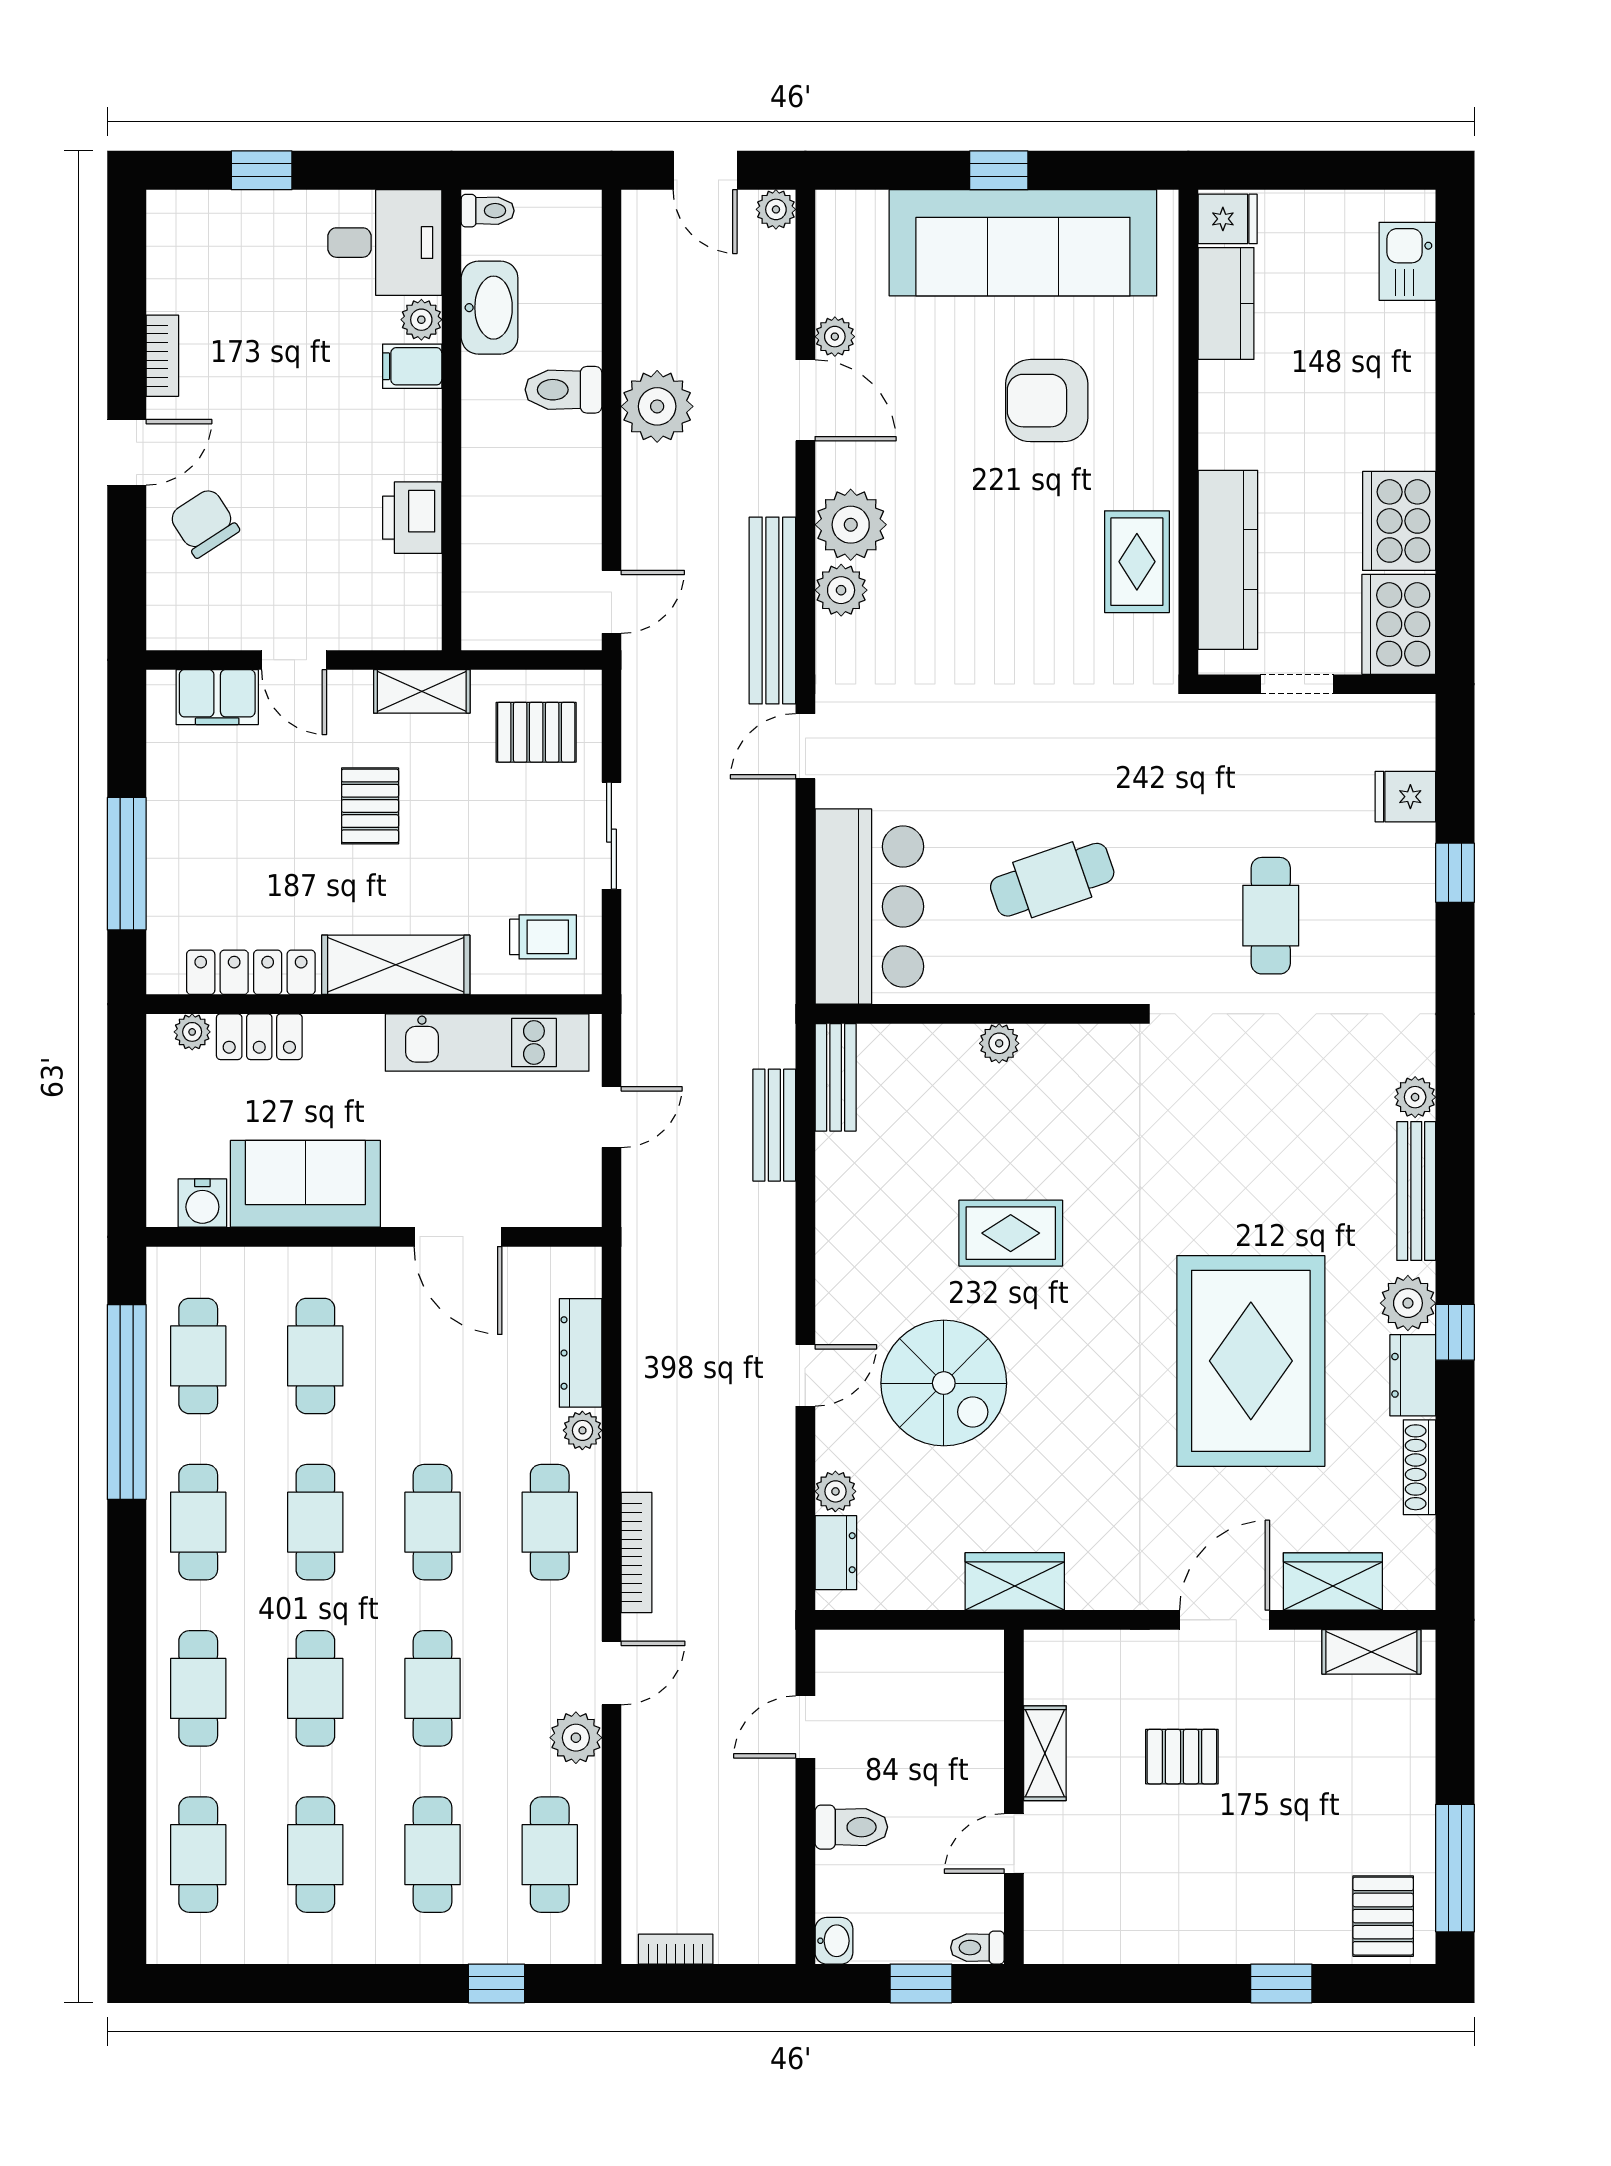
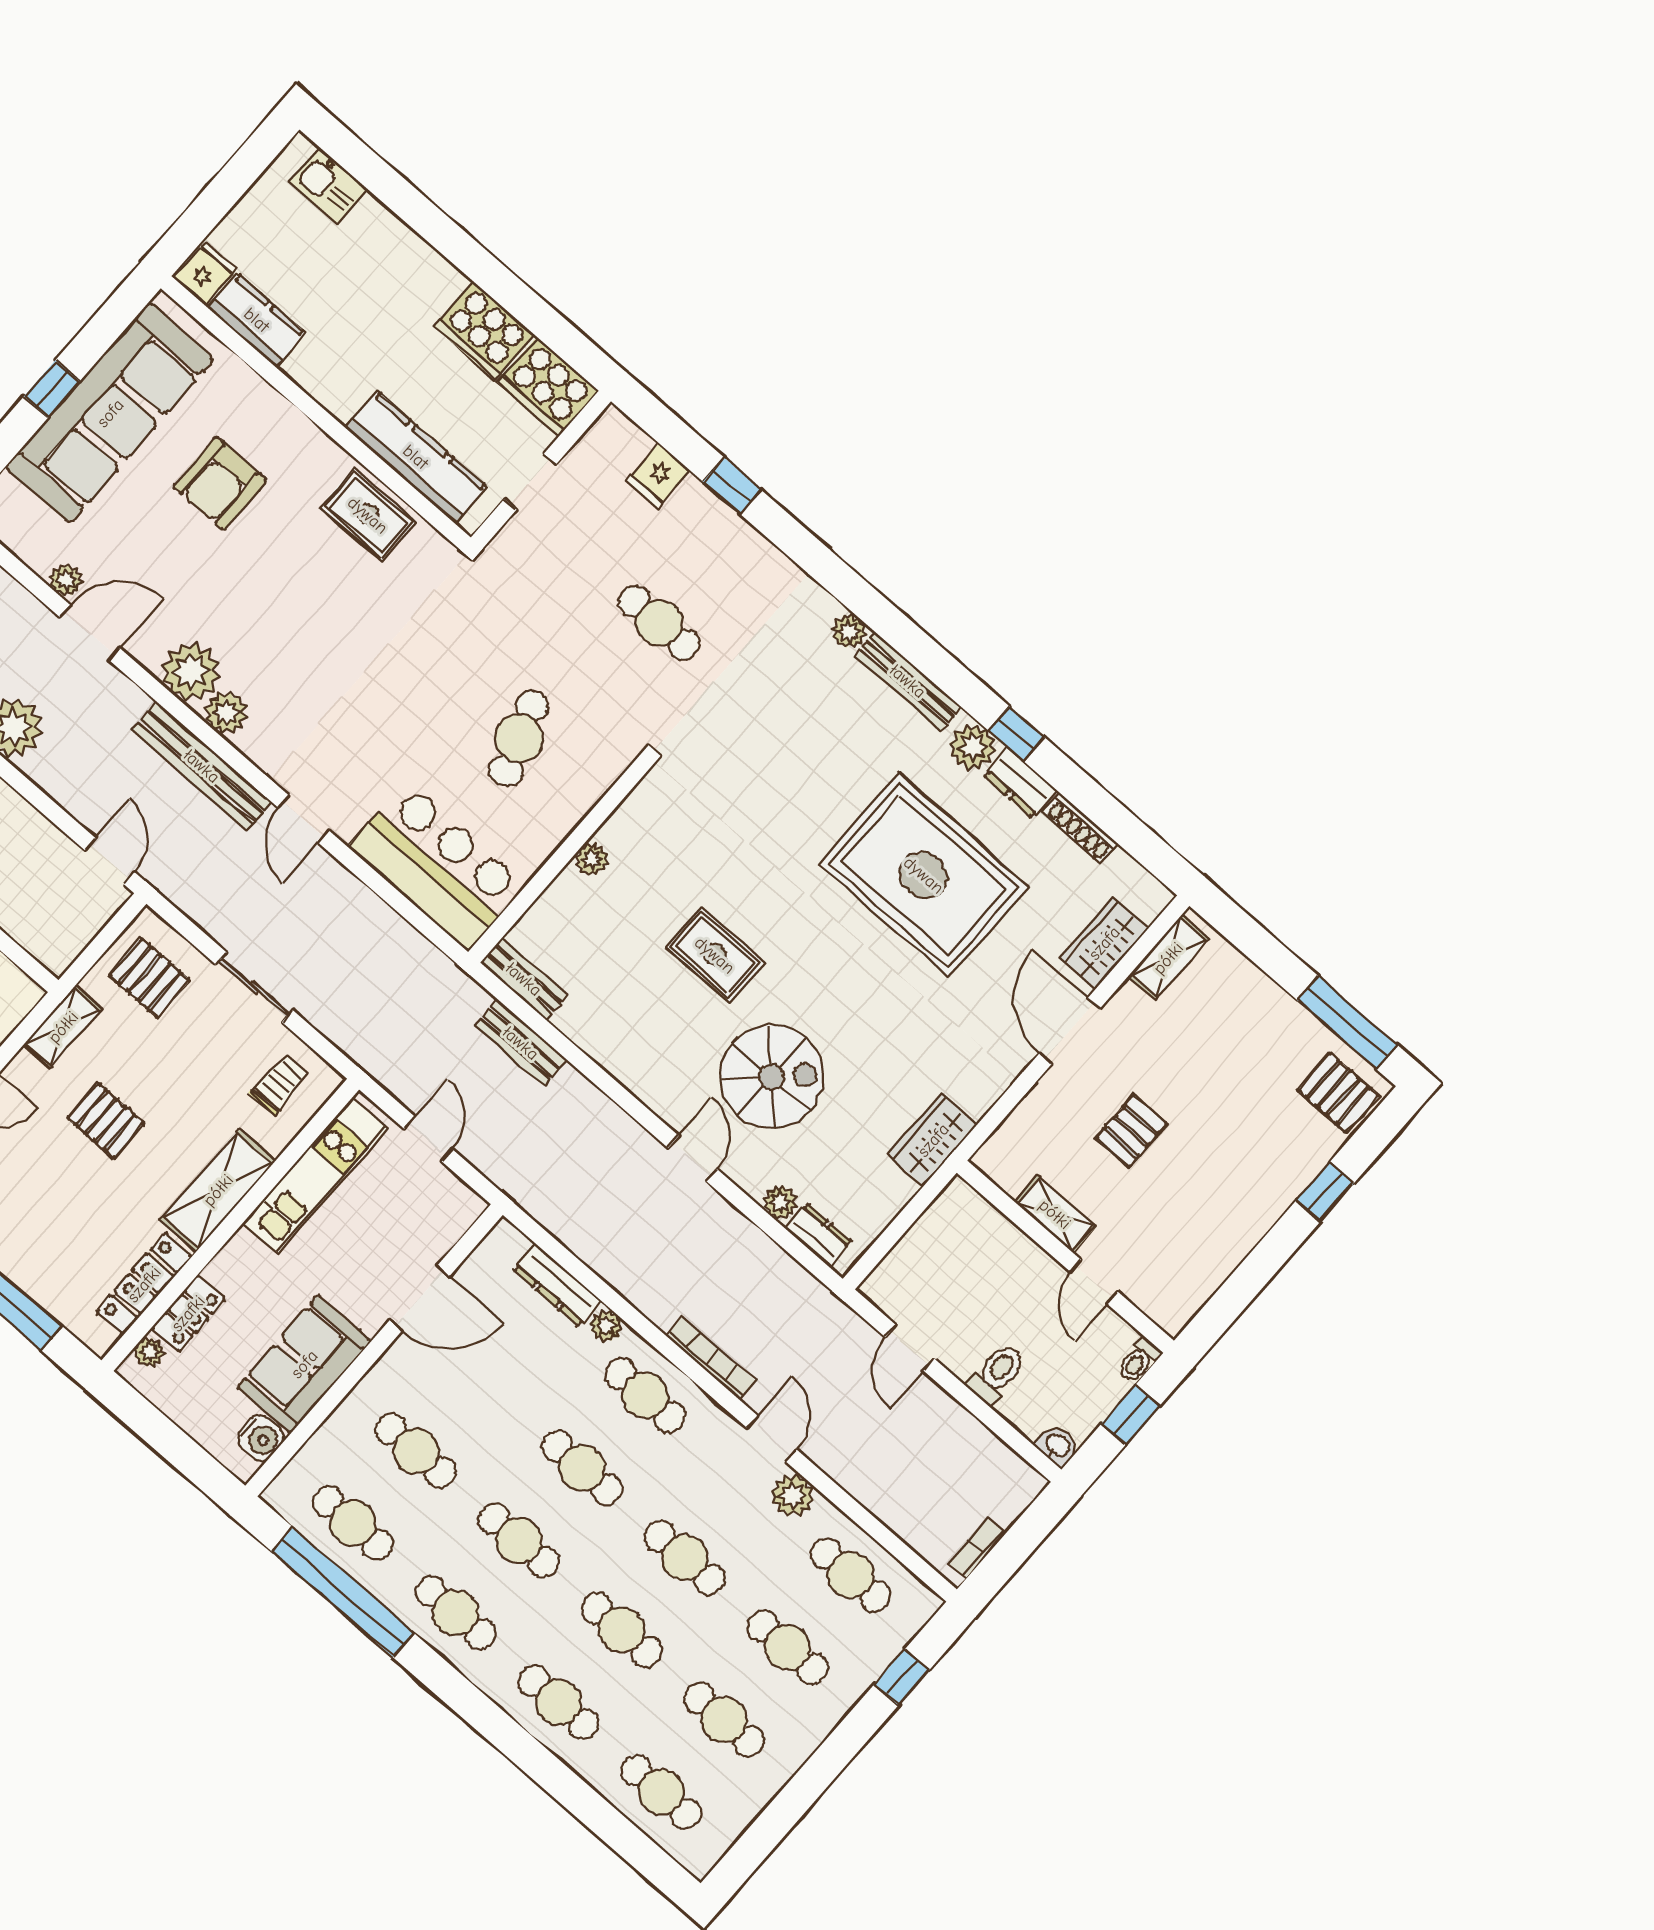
pallet: (536, 732) -> (150, 978), turned 90
rug: (1011, 1233) -> (715, 955), turned 90

